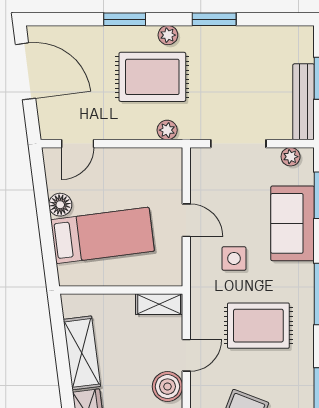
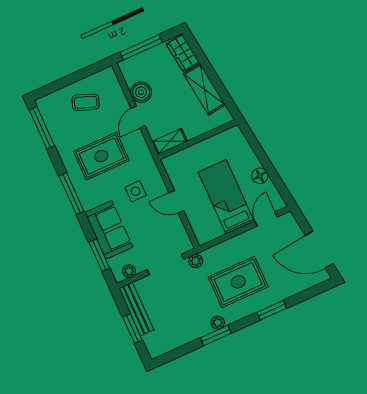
plant: (168, 35) -> (218, 323), moved
plant: (167, 130) -> (196, 261), moved
bed: (102, 235) -> (226, 197), moved, turned 97

